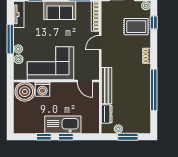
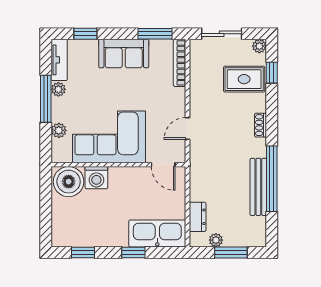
door: (100, 42) -> (187, 128), moved
plant: (18, 49) -> (58, 89), moved
bench: (107, 86) -> (258, 187), moved
kitchen sink: (63, 125) -> (157, 233), moved
window: (44, 137) -> (83, 252), moved

